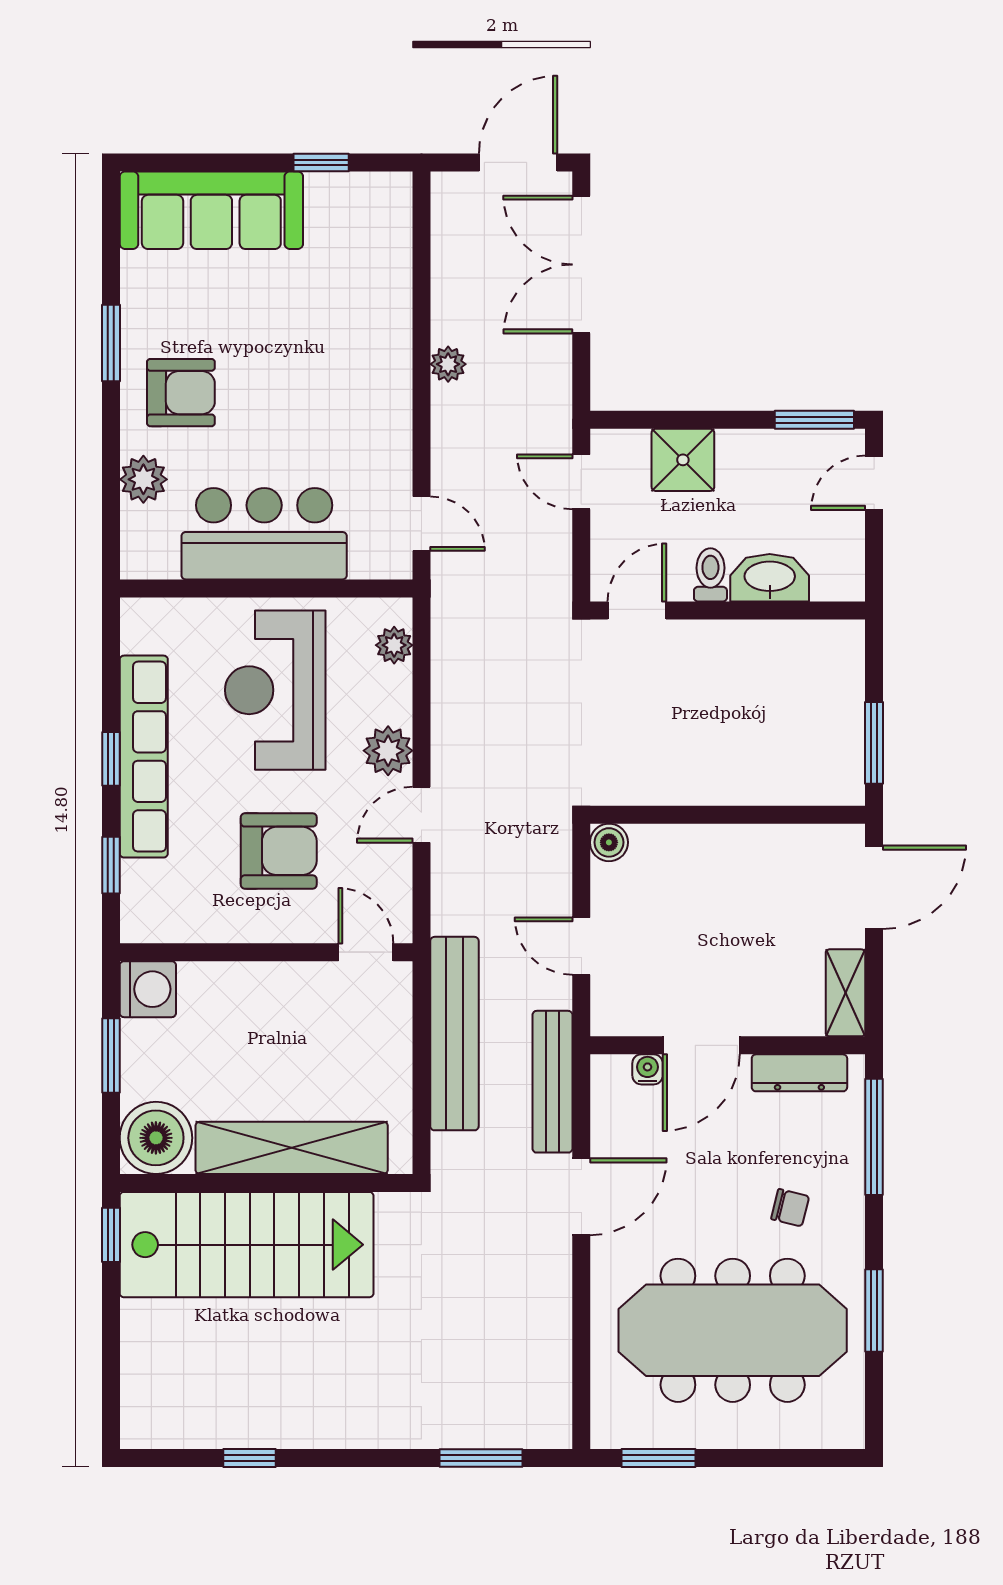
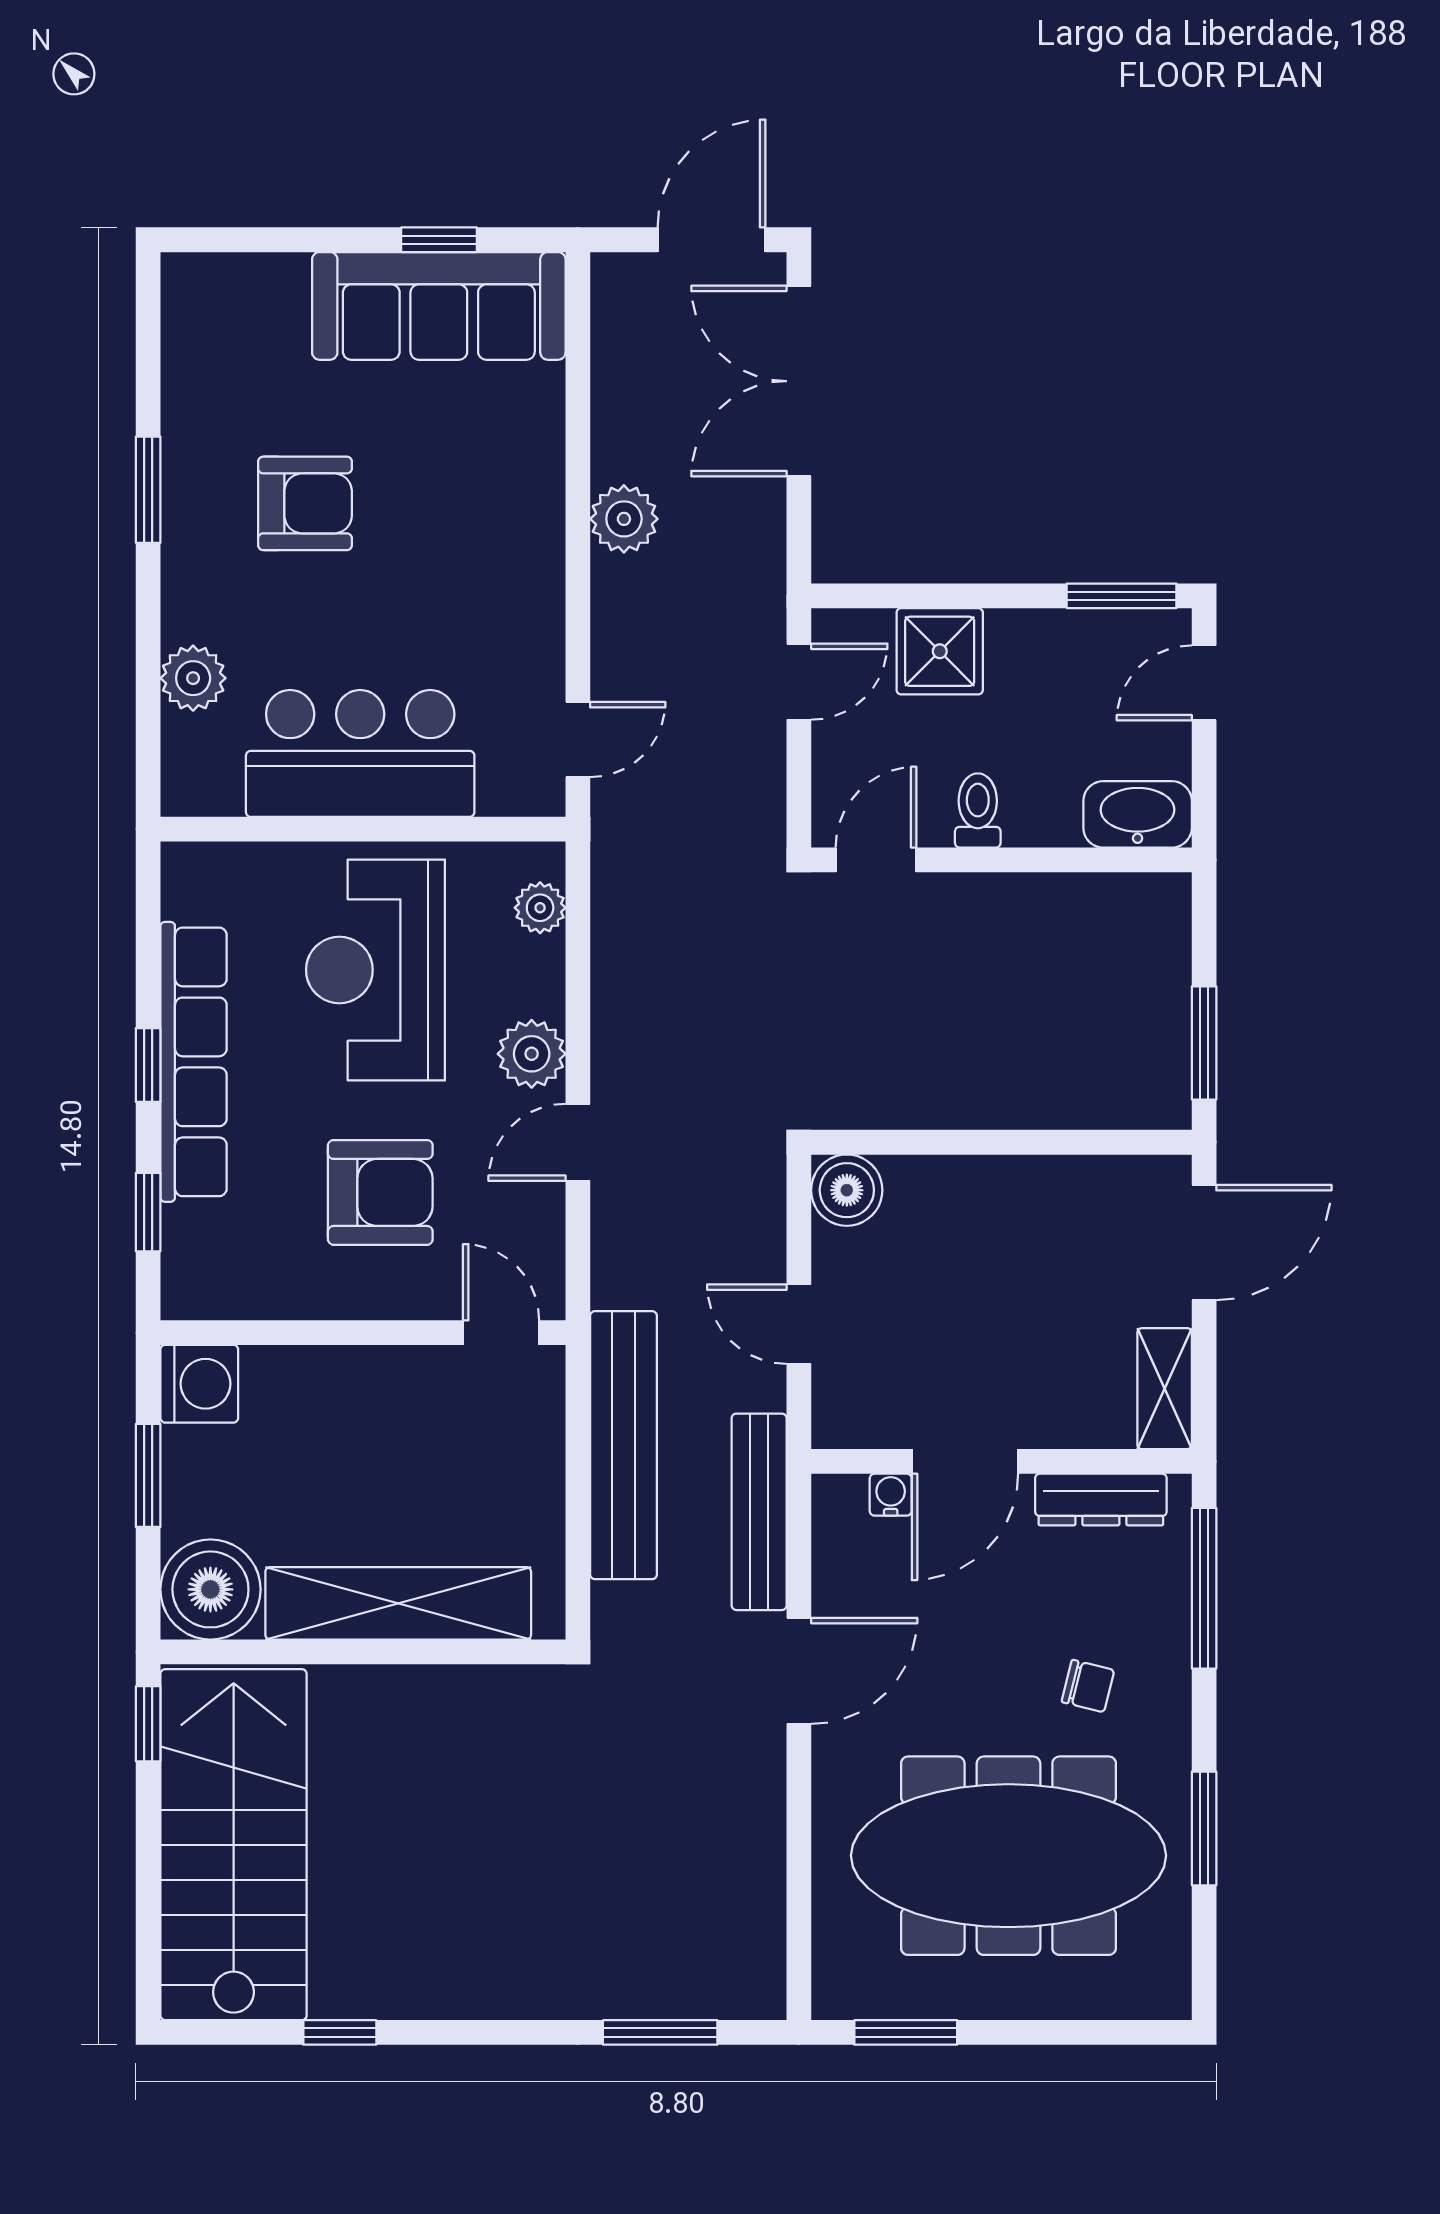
sofa: (211, 210) -> (439, 306), moved
plant: (448, 364) -> (624, 519), width x1.38, depth x1.38
armchair: (181, 393) -> (305, 503), moved
door: (581, 482) -> (799, 682), swing flipped
door: (421, 524) -> (578, 740), hinge flipped
washbasin: (770, 578) -> (1138, 814), moved
boiler: (609, 842) -> (847, 1190), width x1.36, depth x1.36
stairs: (247, 1245) -> (234, 1845), moved, turned -90

